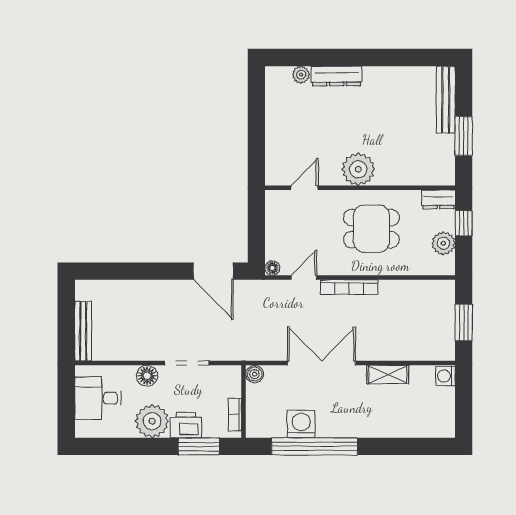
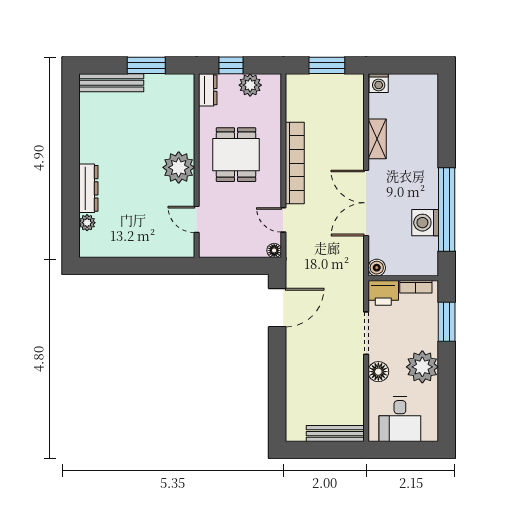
bookcase: (349, 287) -> (295, 163), width x1.48, depth x1.31
printer: (186, 425) -> (383, 293), moved, turned -90

